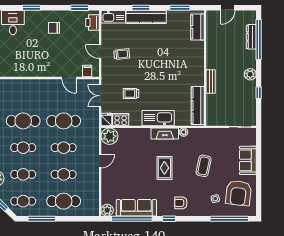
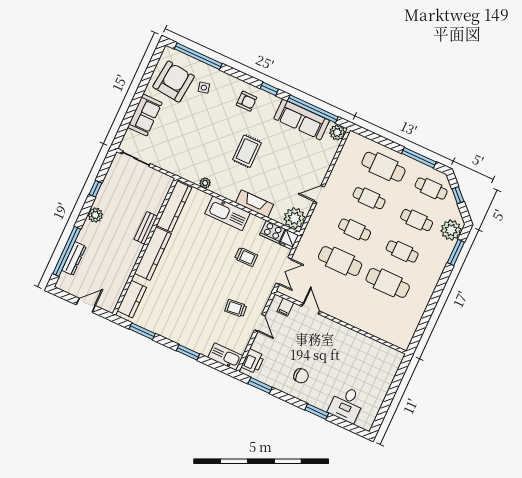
kitchen counter: (146, 17) -> (153, 254), moved, turned 90
fireplace: (165, 134) -> (254, 204), moved
coffee table: (204, 166) -> (200, 133), removed

